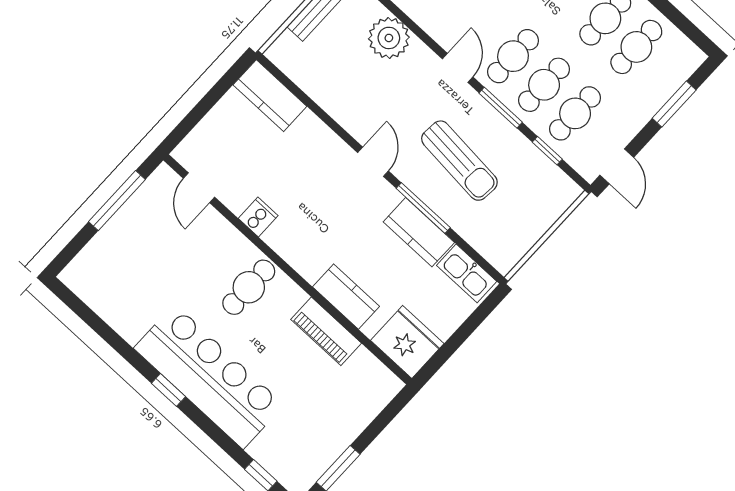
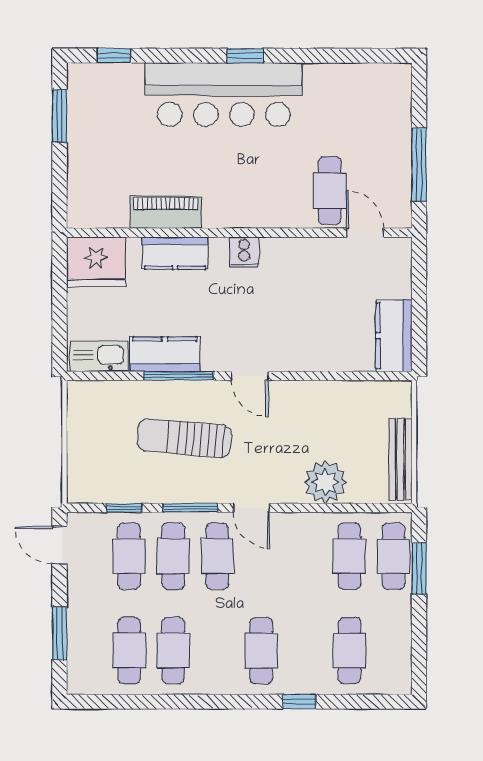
kitchen counter: (270, 96) -> (394, 336), moved, turned -90
cooker: (258, 217) -> (244, 252), moved
cafe table: (249, 287) -> (330, 191), moved

